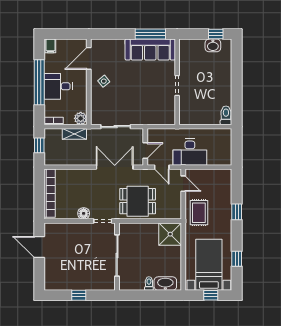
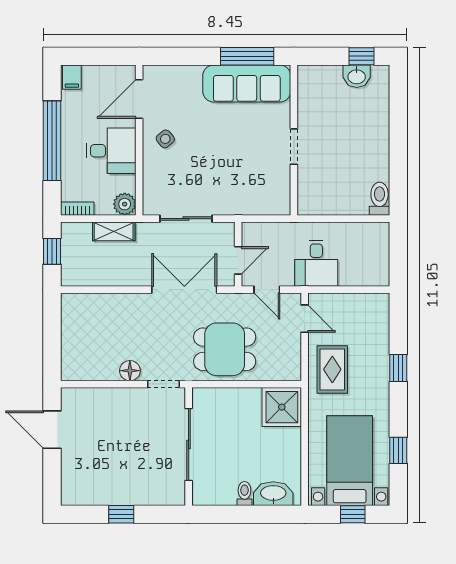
desk: (58, 86) -> (111, 151), moved, turned 180
desk: (190, 152) -> (316, 263), width x0.73
bookcase: (50, 193) -> (70, 335), removed

